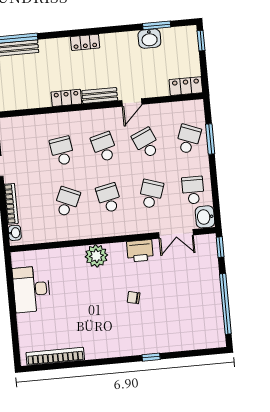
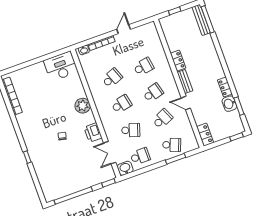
locker: (85, 42) -> (225, 87), moved
school desk: (67, 202) -> (112, 78), turned -45
desk: (32, 289) -> (61, 66), moved

